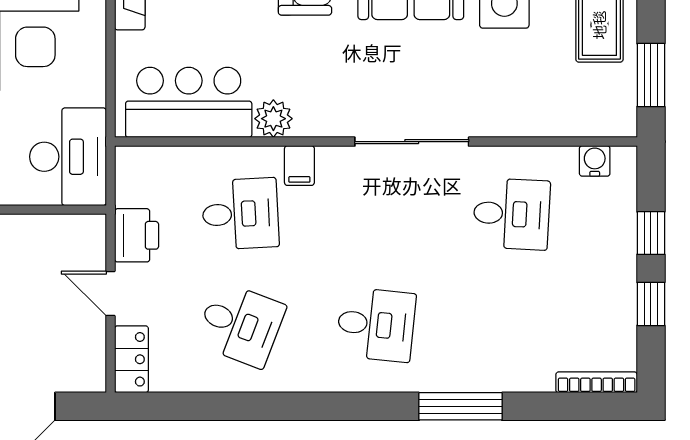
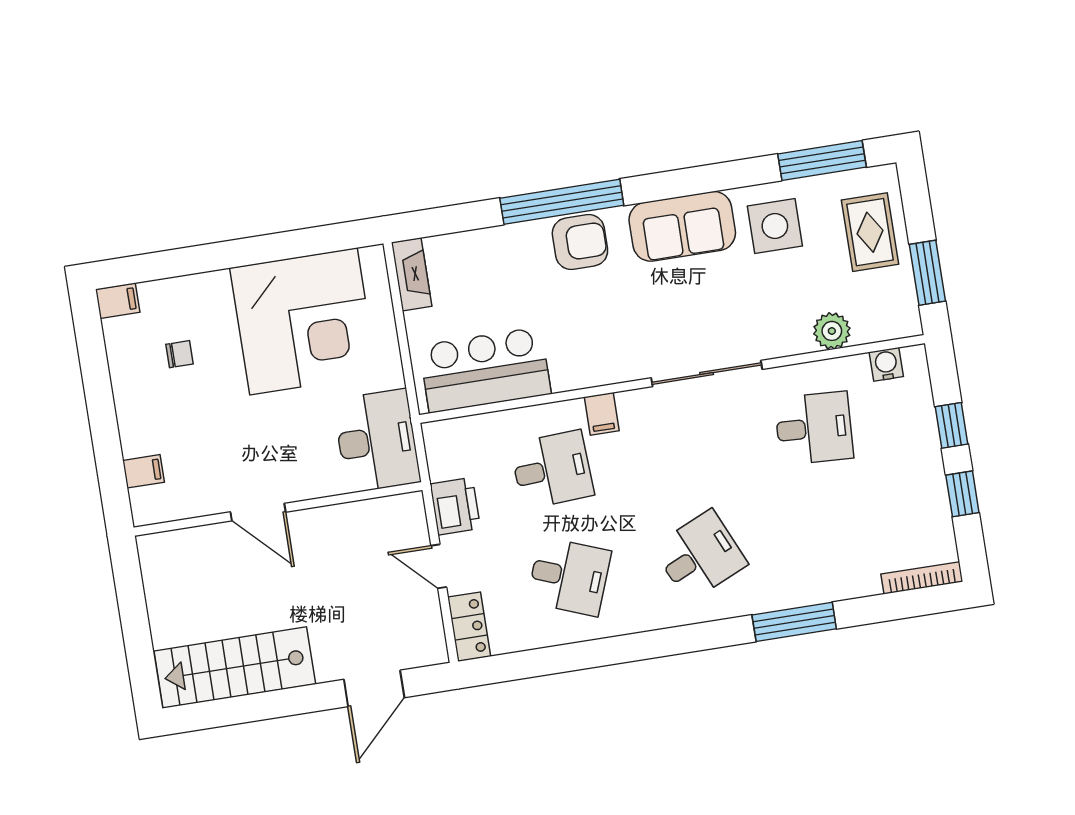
plant: (273, 119) -> (832, 331), moved
desk: (376, 325) -> (700, 556), turned -30

